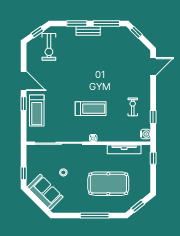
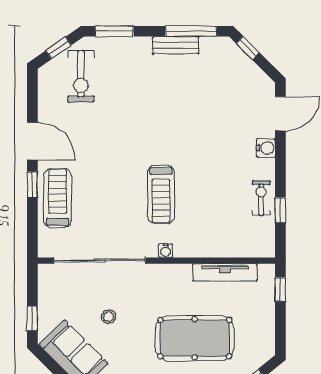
window: (77, 23) -> (114, 31), moved
bench: (88, 31) -> (176, 45), moved
exercise bike: (133, 107) -> (261, 198), moved
treadmill: (91, 109) -> (161, 194), turned 90
treadmill: (37, 111) -> (58, 198), turned 180
water cooler: (145, 134) -> (266, 148), moved

